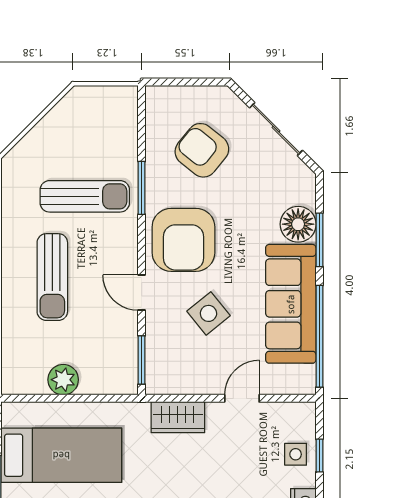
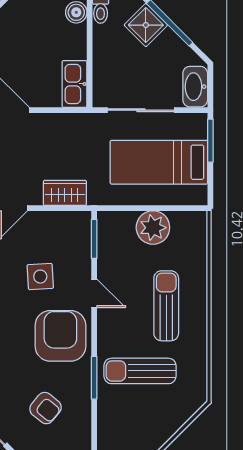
armchair: (202, 150) -> (46, 408), width x0.72, depth x0.72
side table: (208, 313) -> (40, 277), turned 36
plant: (63, 380) -> (153, 228), width x1.36, depth x1.36

